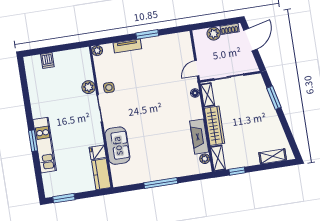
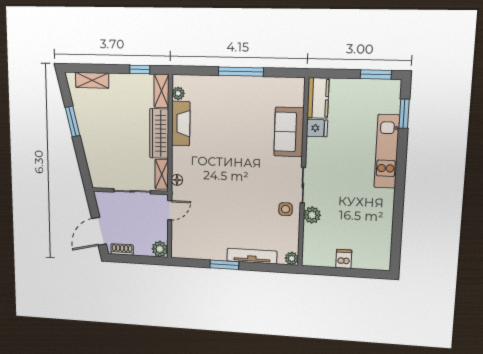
plant: (214, 34) -> (160, 249), moved
tv unit: (127, 46) -> (252, 256), width x1.41
dishwasher: (47, 60) -> (344, 259), moved
window: (274, 98) -> (72, 121), moved
window: (33, 141) -> (404, 114), moved

